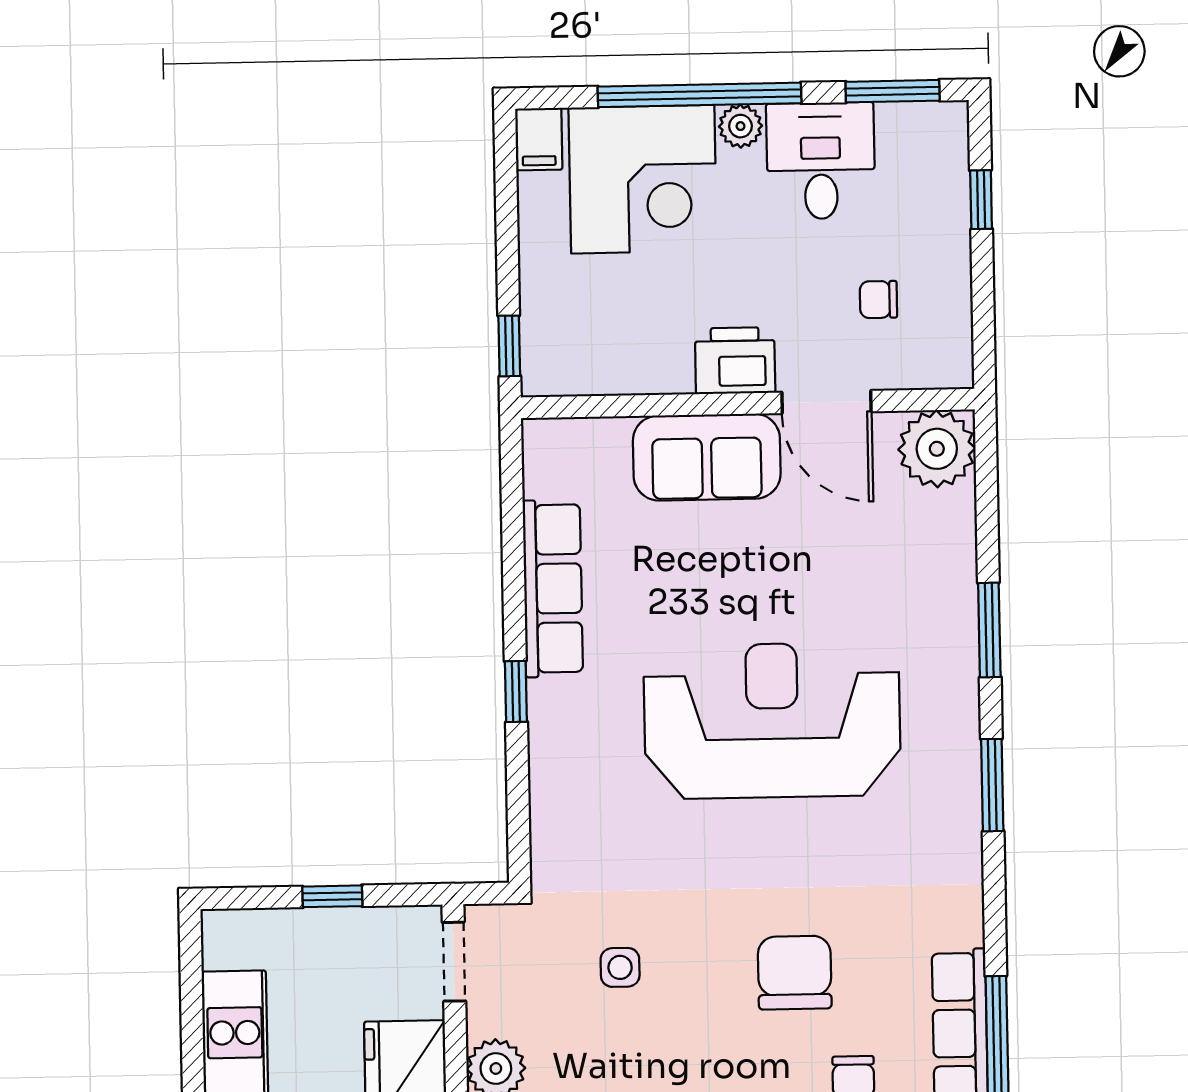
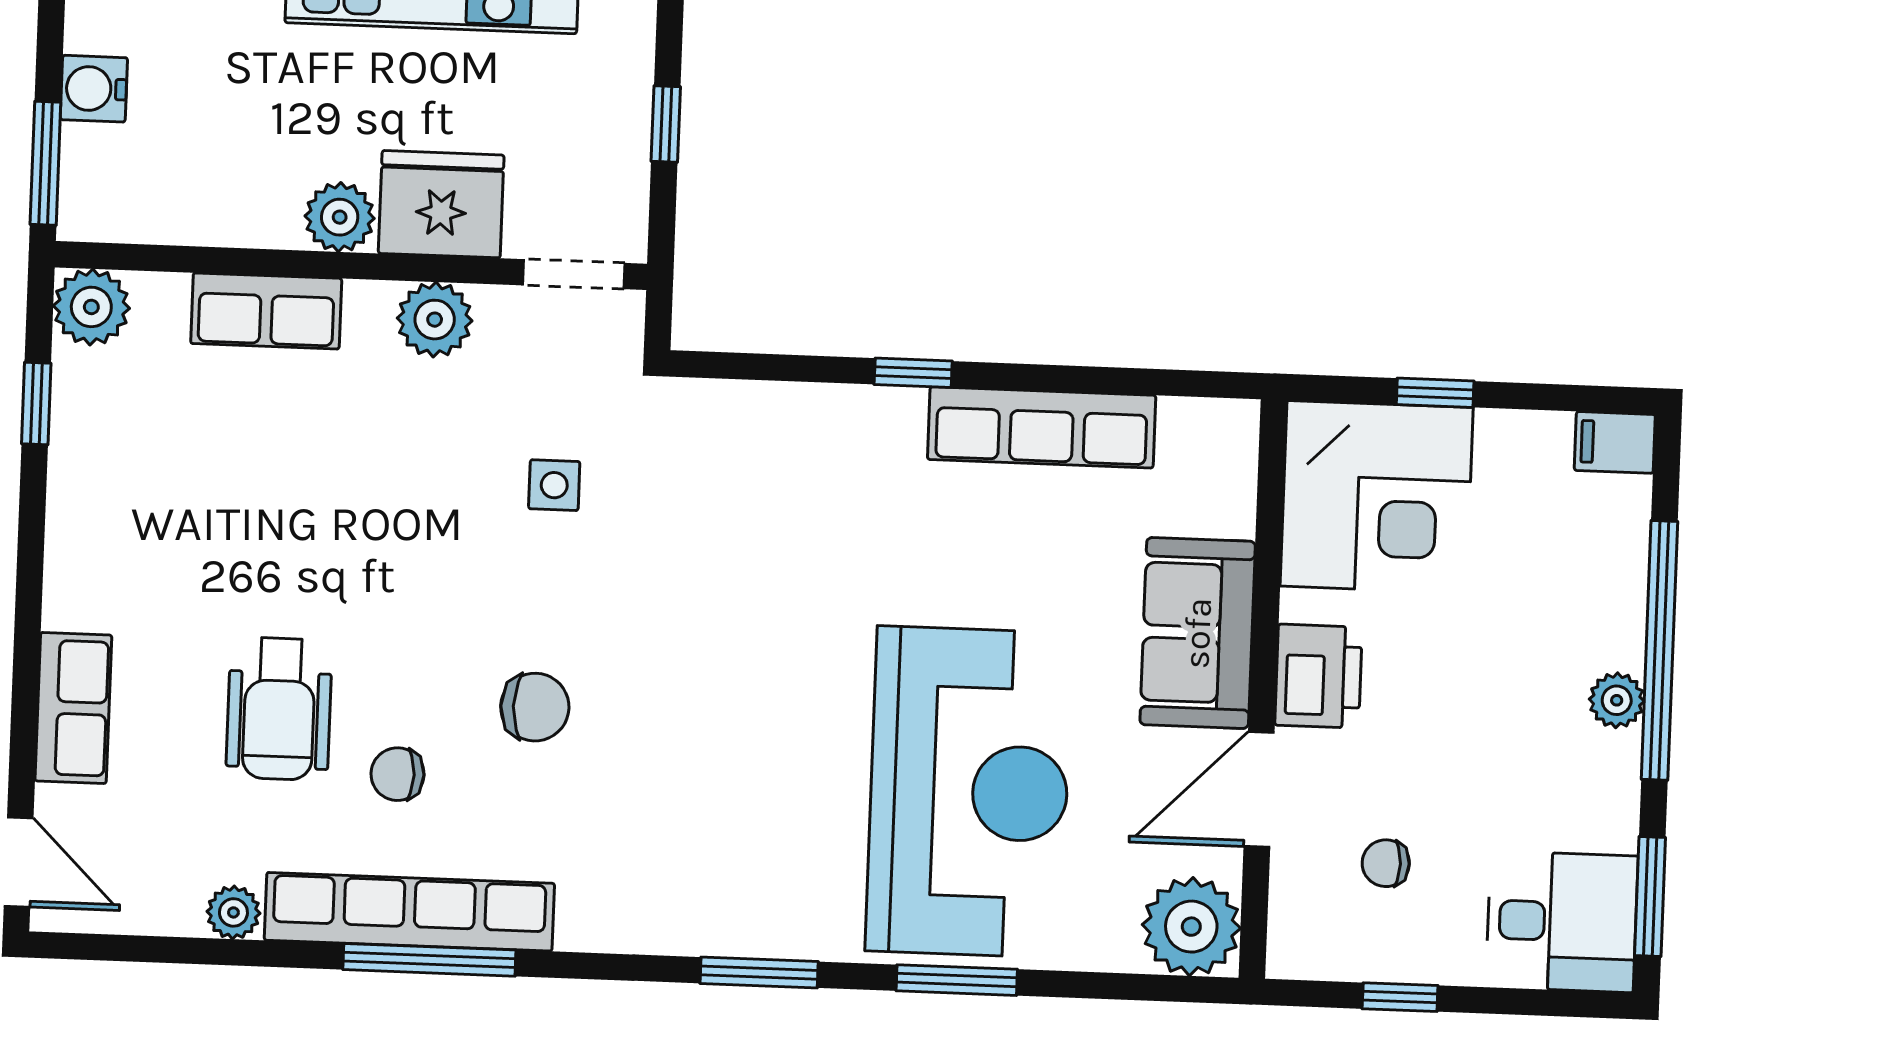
desk: (821, 161) -> (1562, 922), moved
corner desk: (643, 179) -> (1377, 497), moved, turned -90
window: (981, 200) -> (1400, 997), moved
chair: (878, 299) -> (1386, 863), turned -90
window: (509, 346) -> (1435, 393), moved
reception desk: (772, 721) -> (969, 792), moved
chair: (795, 973) -> (535, 707), width x0.73, depth x0.73

